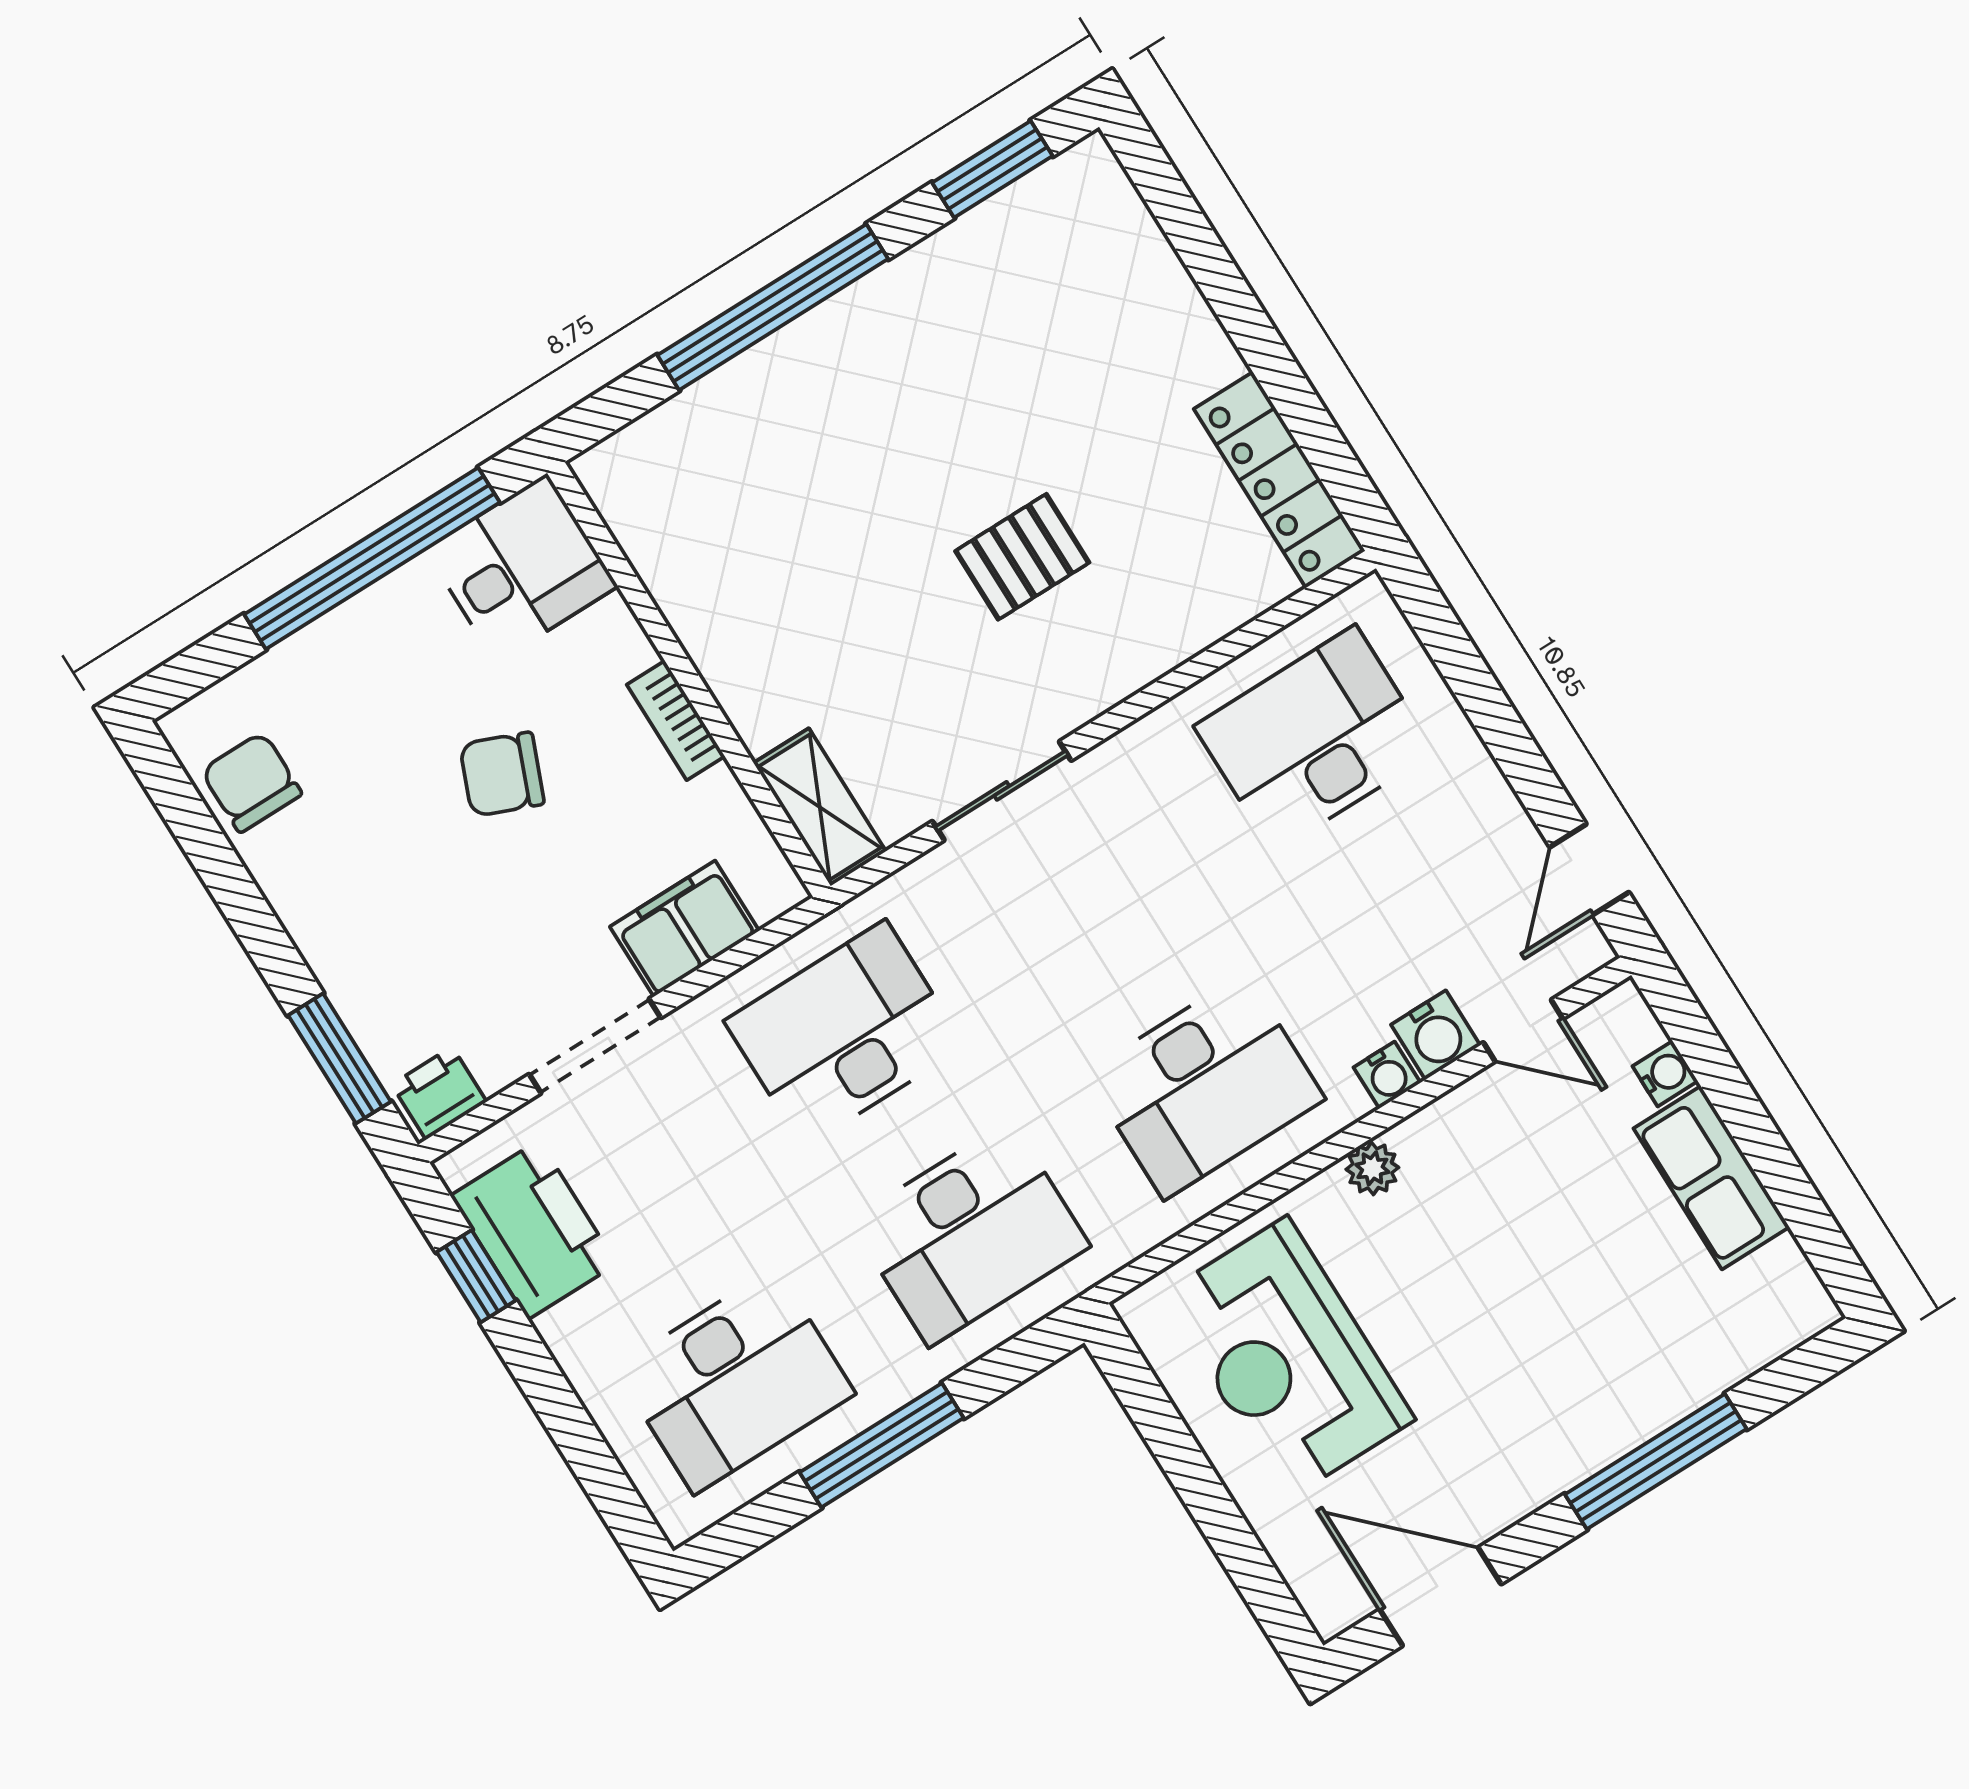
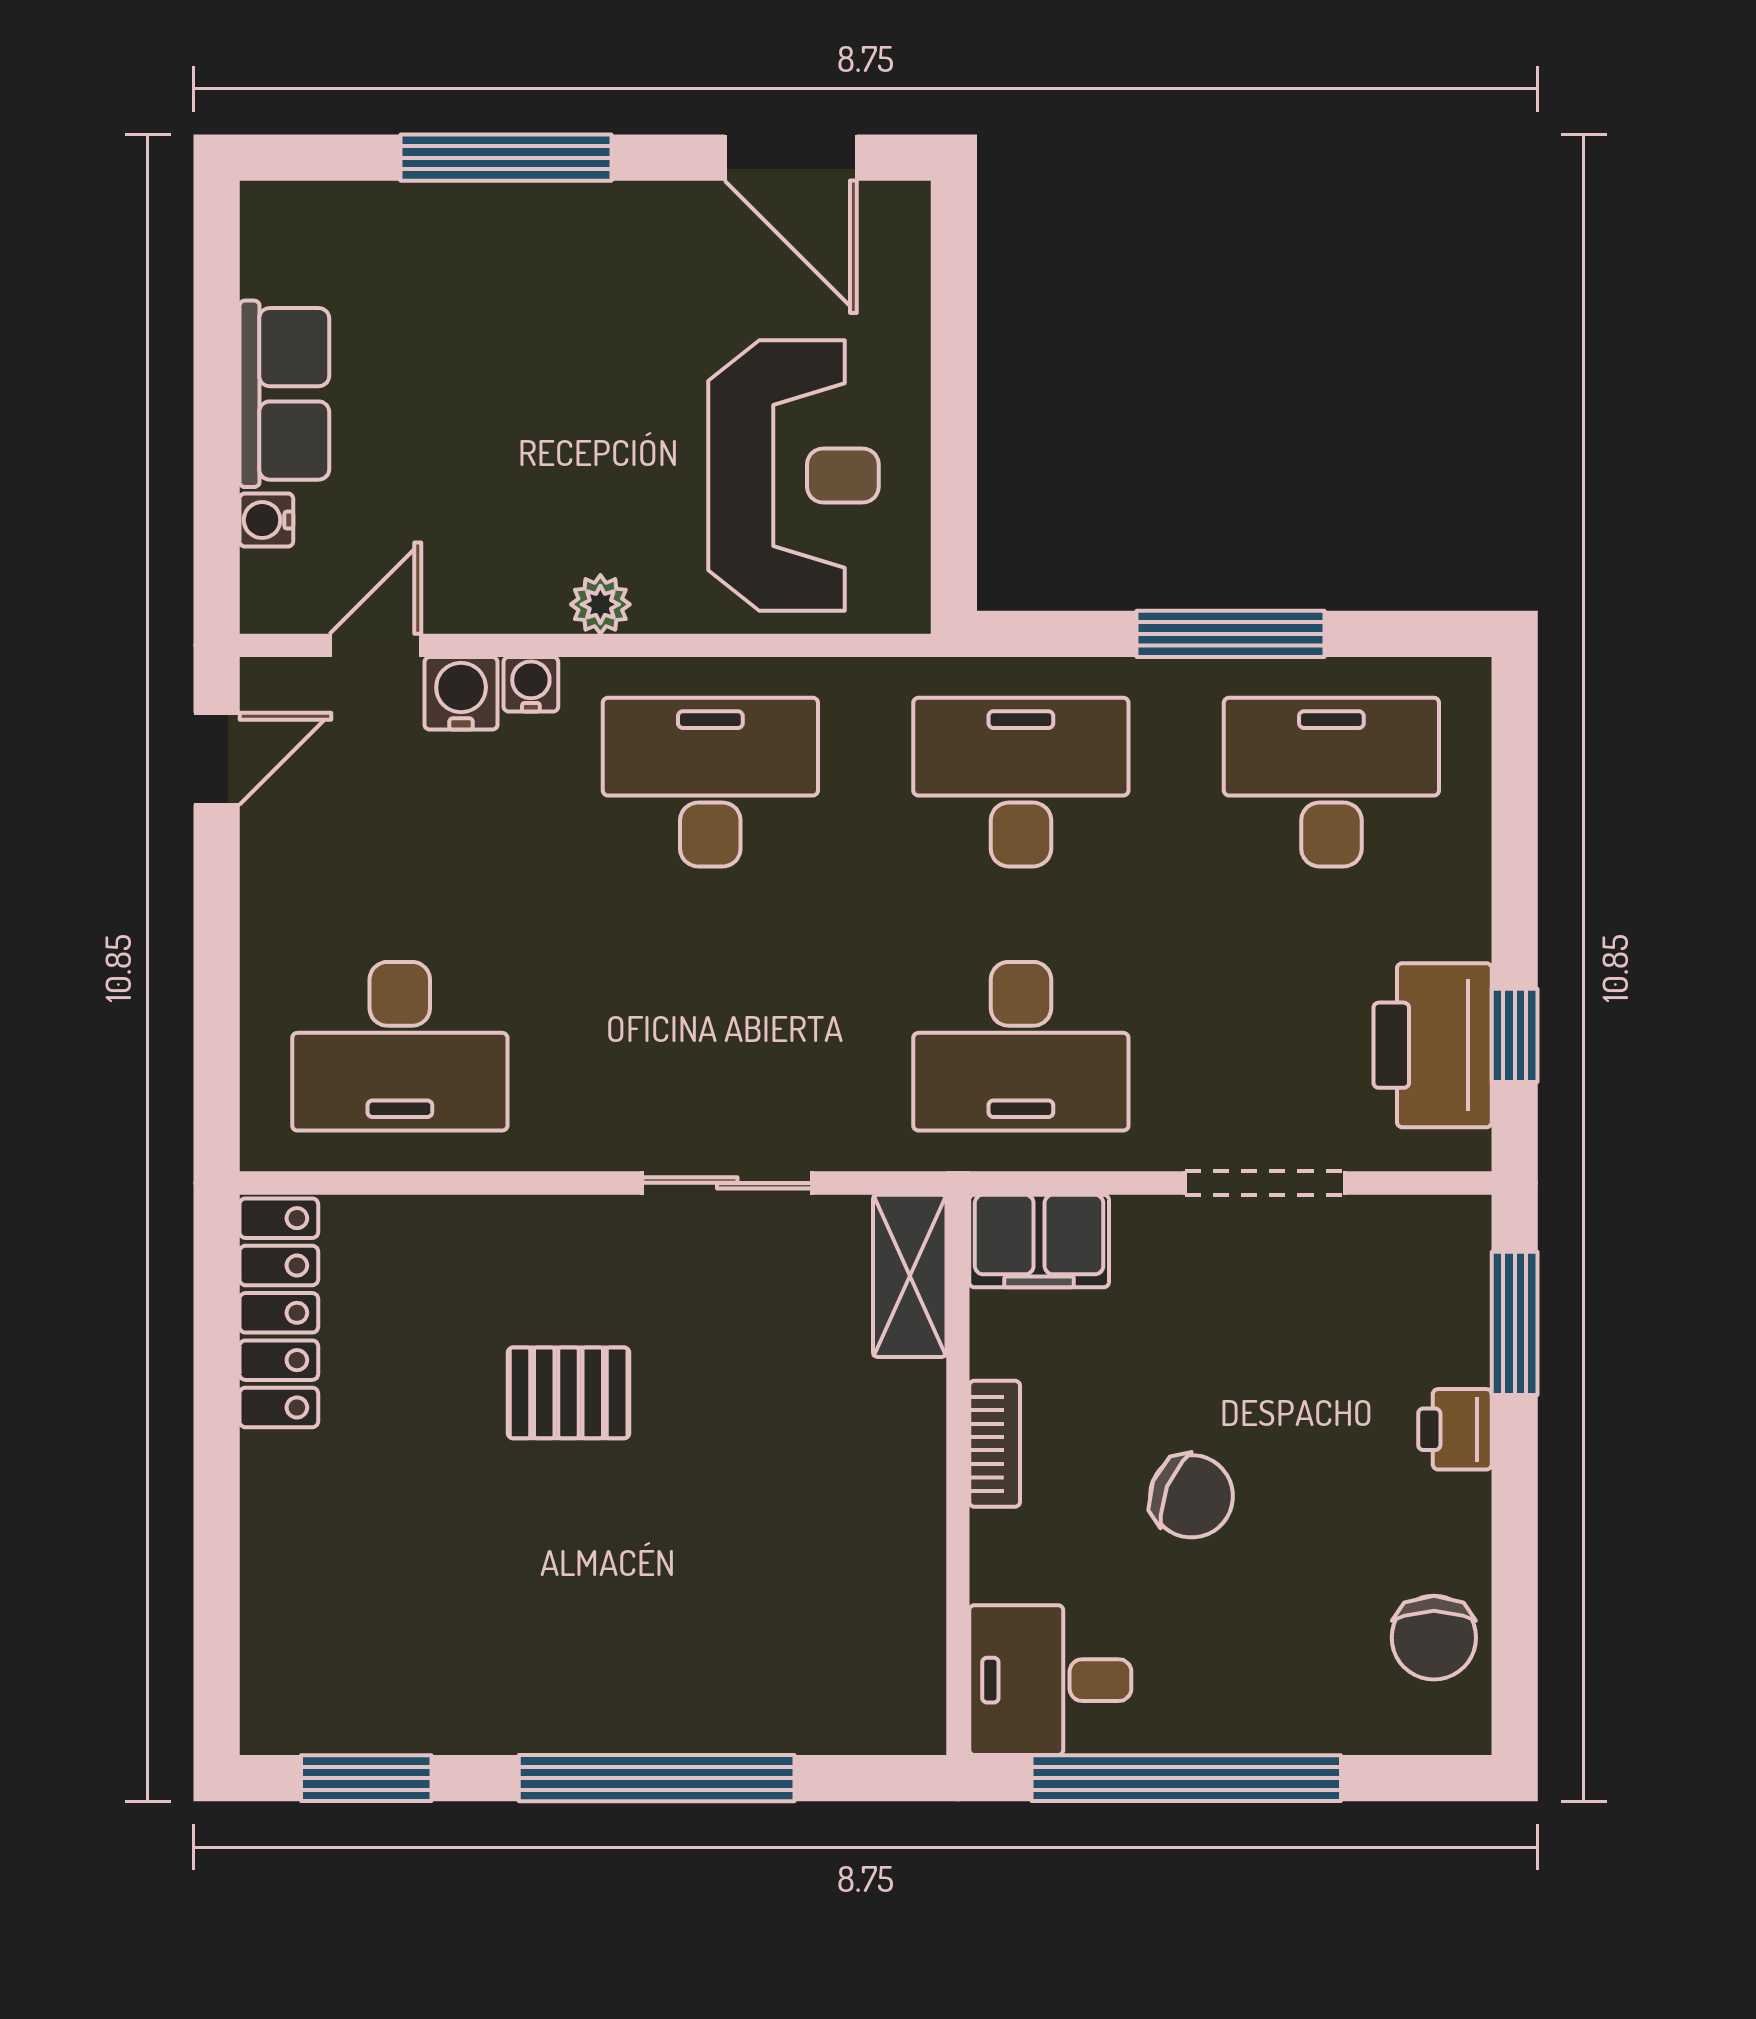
filing cabinet: (685, 929) -> (1039, 1241), moved
door: (1523, 1031) -> (375, 645), hinge flipped
printer: (439, 1093) -> (1455, 1429), moved, turned 90

